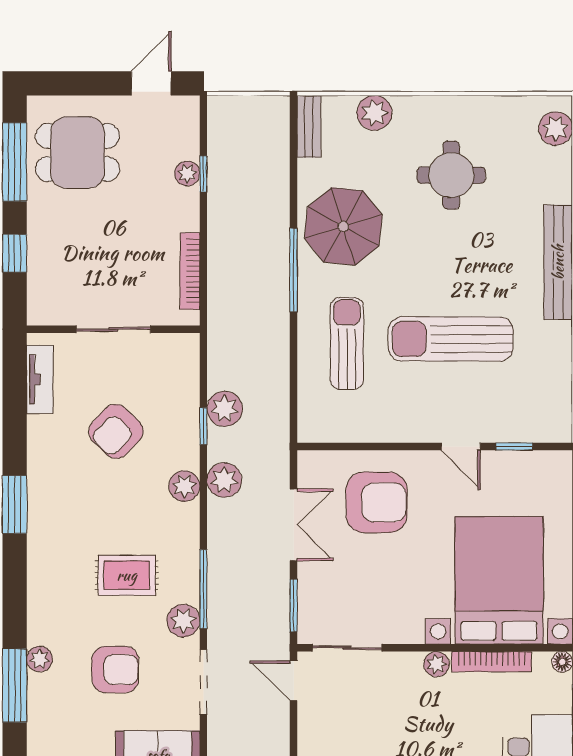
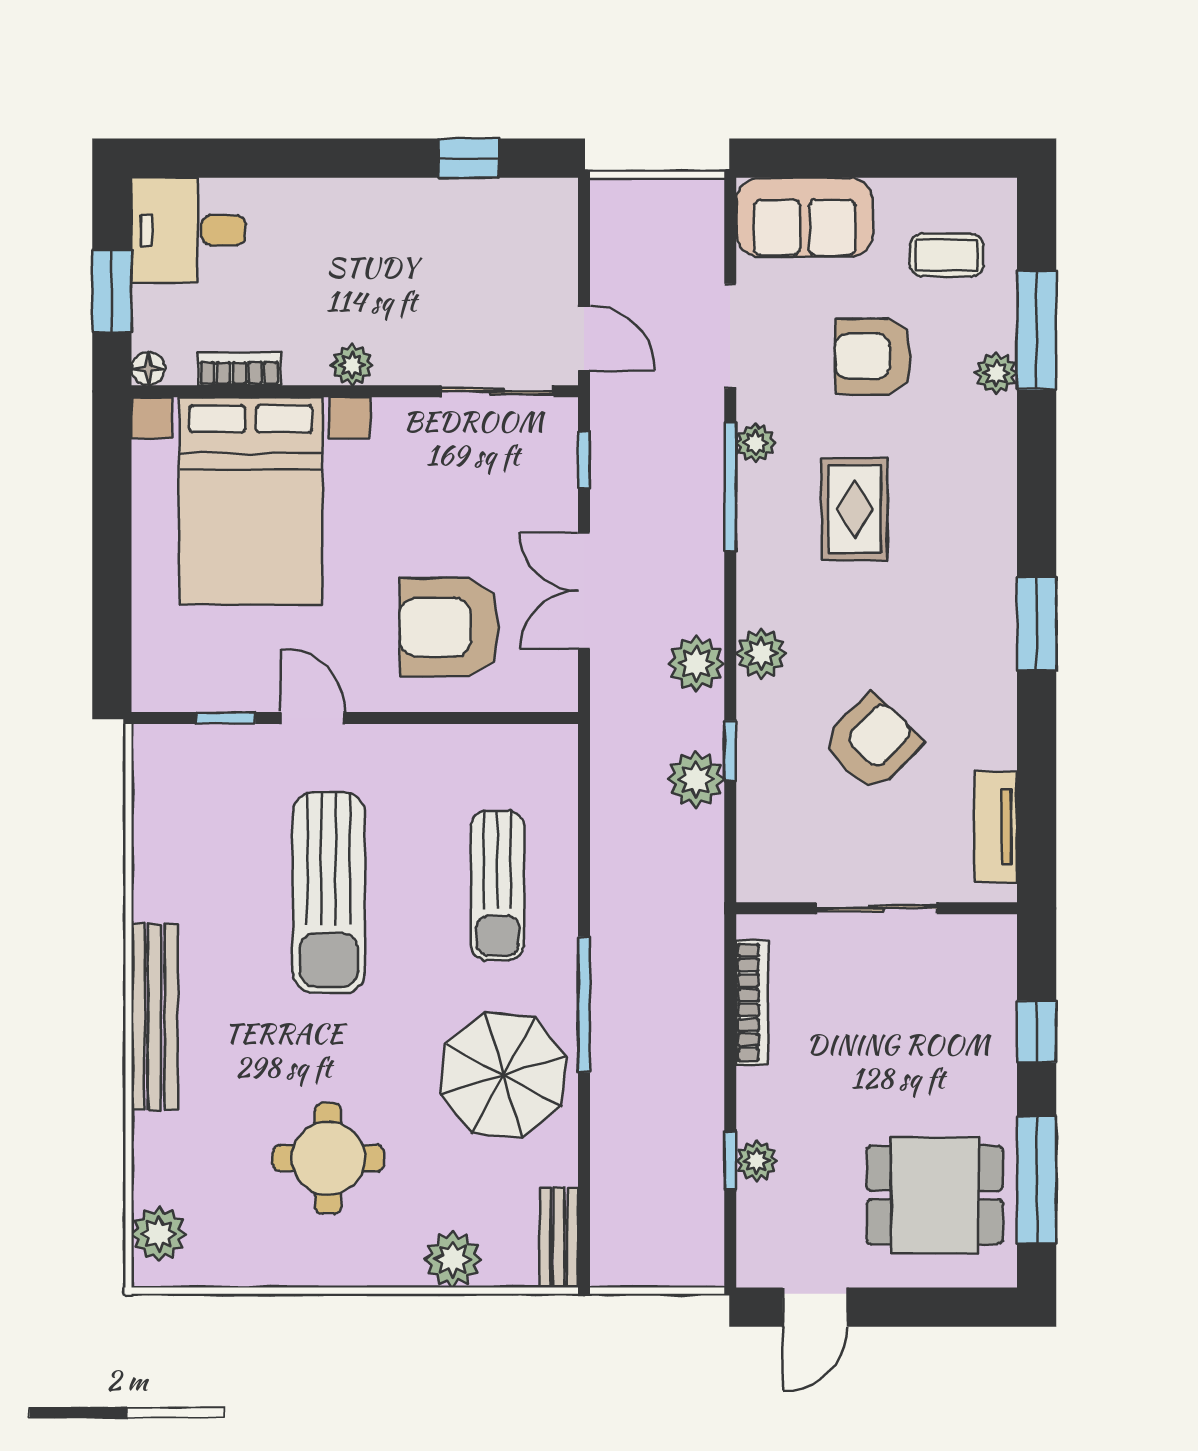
sun lounger: (451, 339) -> (329, 893), turned 90
rug: (127, 575) -> (855, 509), turned 90
window: (294, 606) -> (584, 460), width x0.67
plant: (183, 621) -> (756, 443), width x0.73, depth x0.73
bookcase: (492, 662) -> (239, 369), width x0.64
coffee table: (70, 732) -> (947, 255), added

